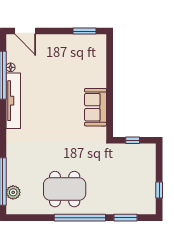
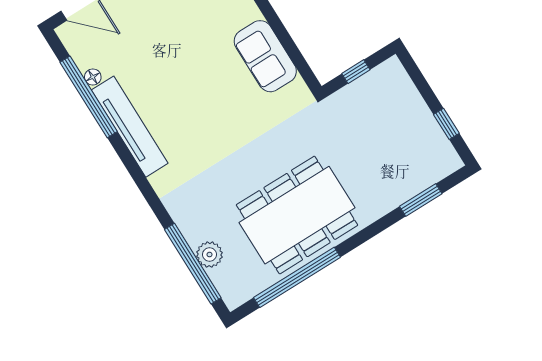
dining table: (65, 189) -> (297, 215), width x1.36, depth x1.24
plant: (13, 192) -> (210, 255), moved
window: (80, 218) -> (297, 277), moved

